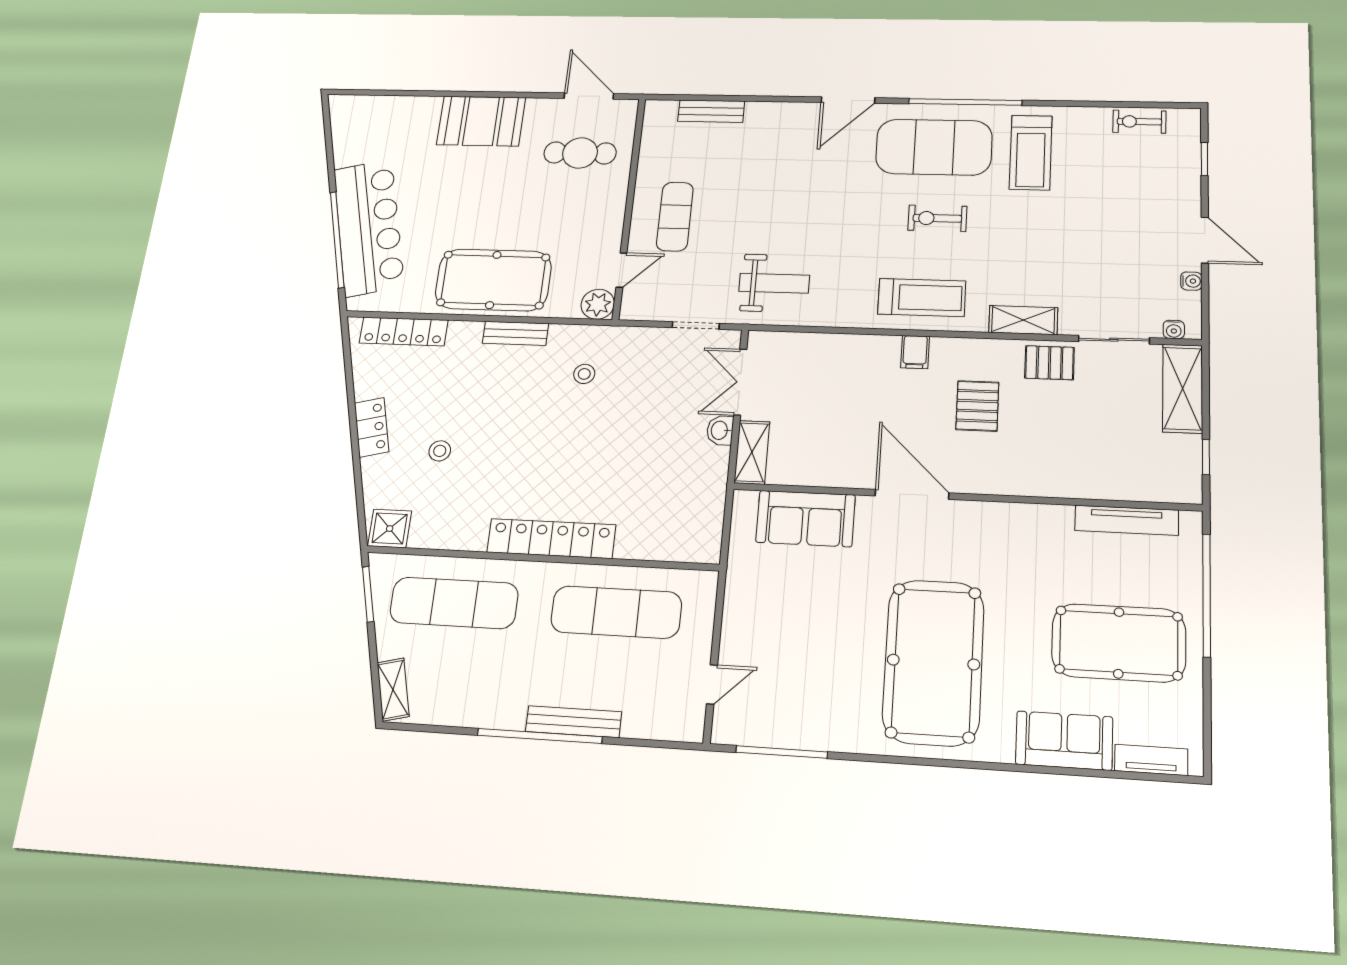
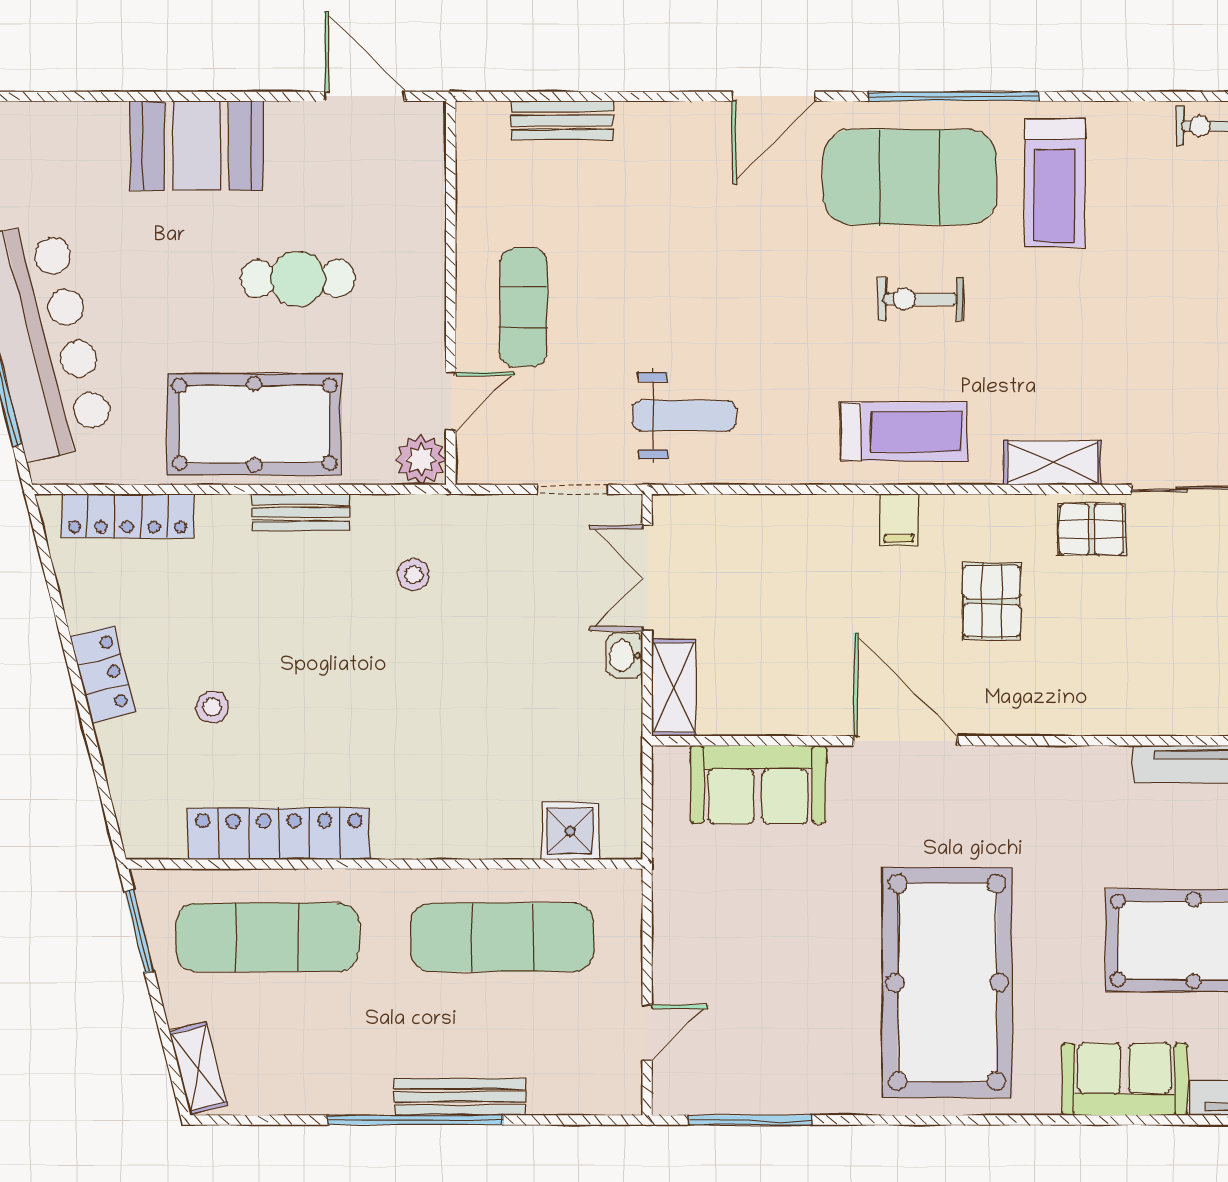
cafe table: (580, 153) -> (298, 279), moved
shower: (390, 529) -> (570, 831), moved
locker: (551, 539) -> (279, 834), moved

